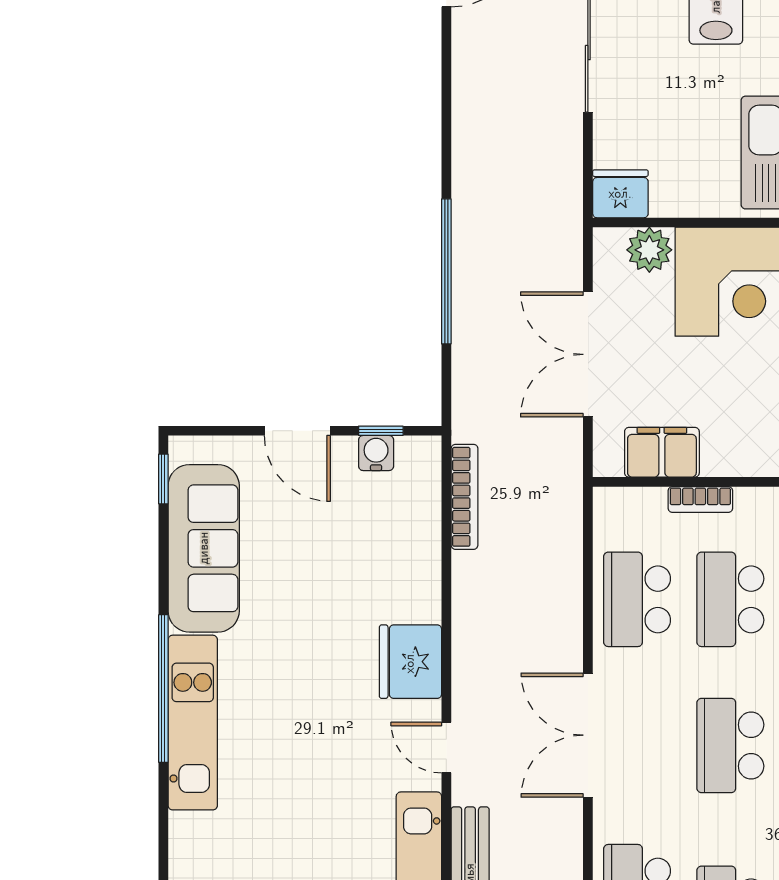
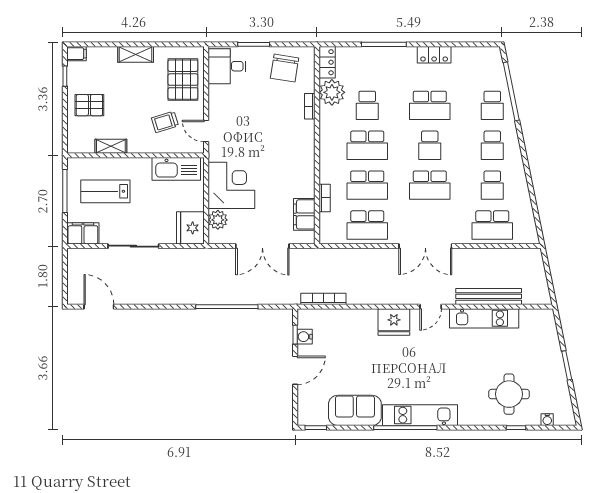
fridge: (620, 194) -> (190, 228), width x1.36, depth x1.34
sofa: (204, 548) -> (355, 410), width x0.73

